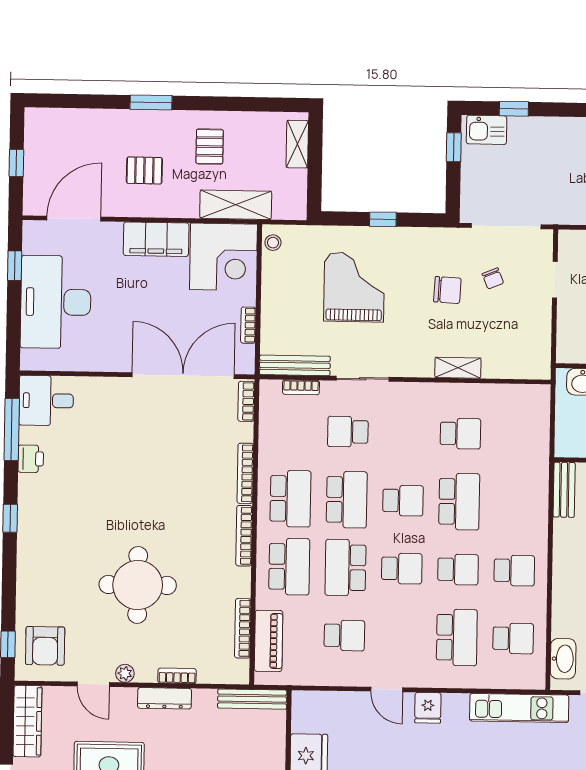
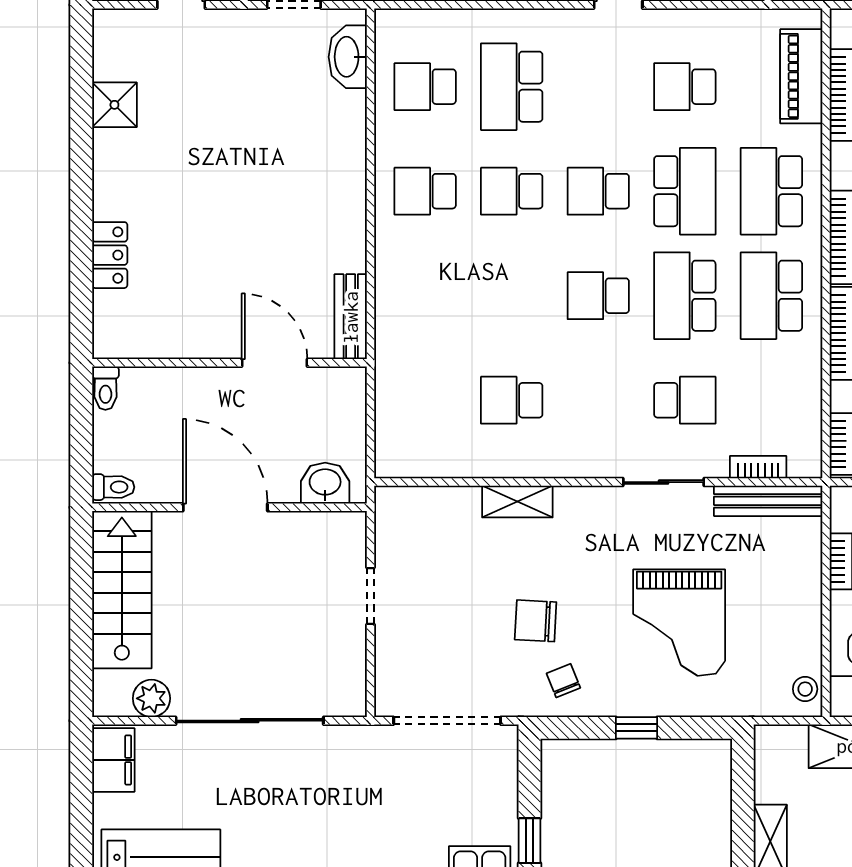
chair: (493, 278) -> (563, 681), moved
doorway: (555, 280) -> (370, 596), moved
school desk: (459, 502) -> (512, 296), removed

